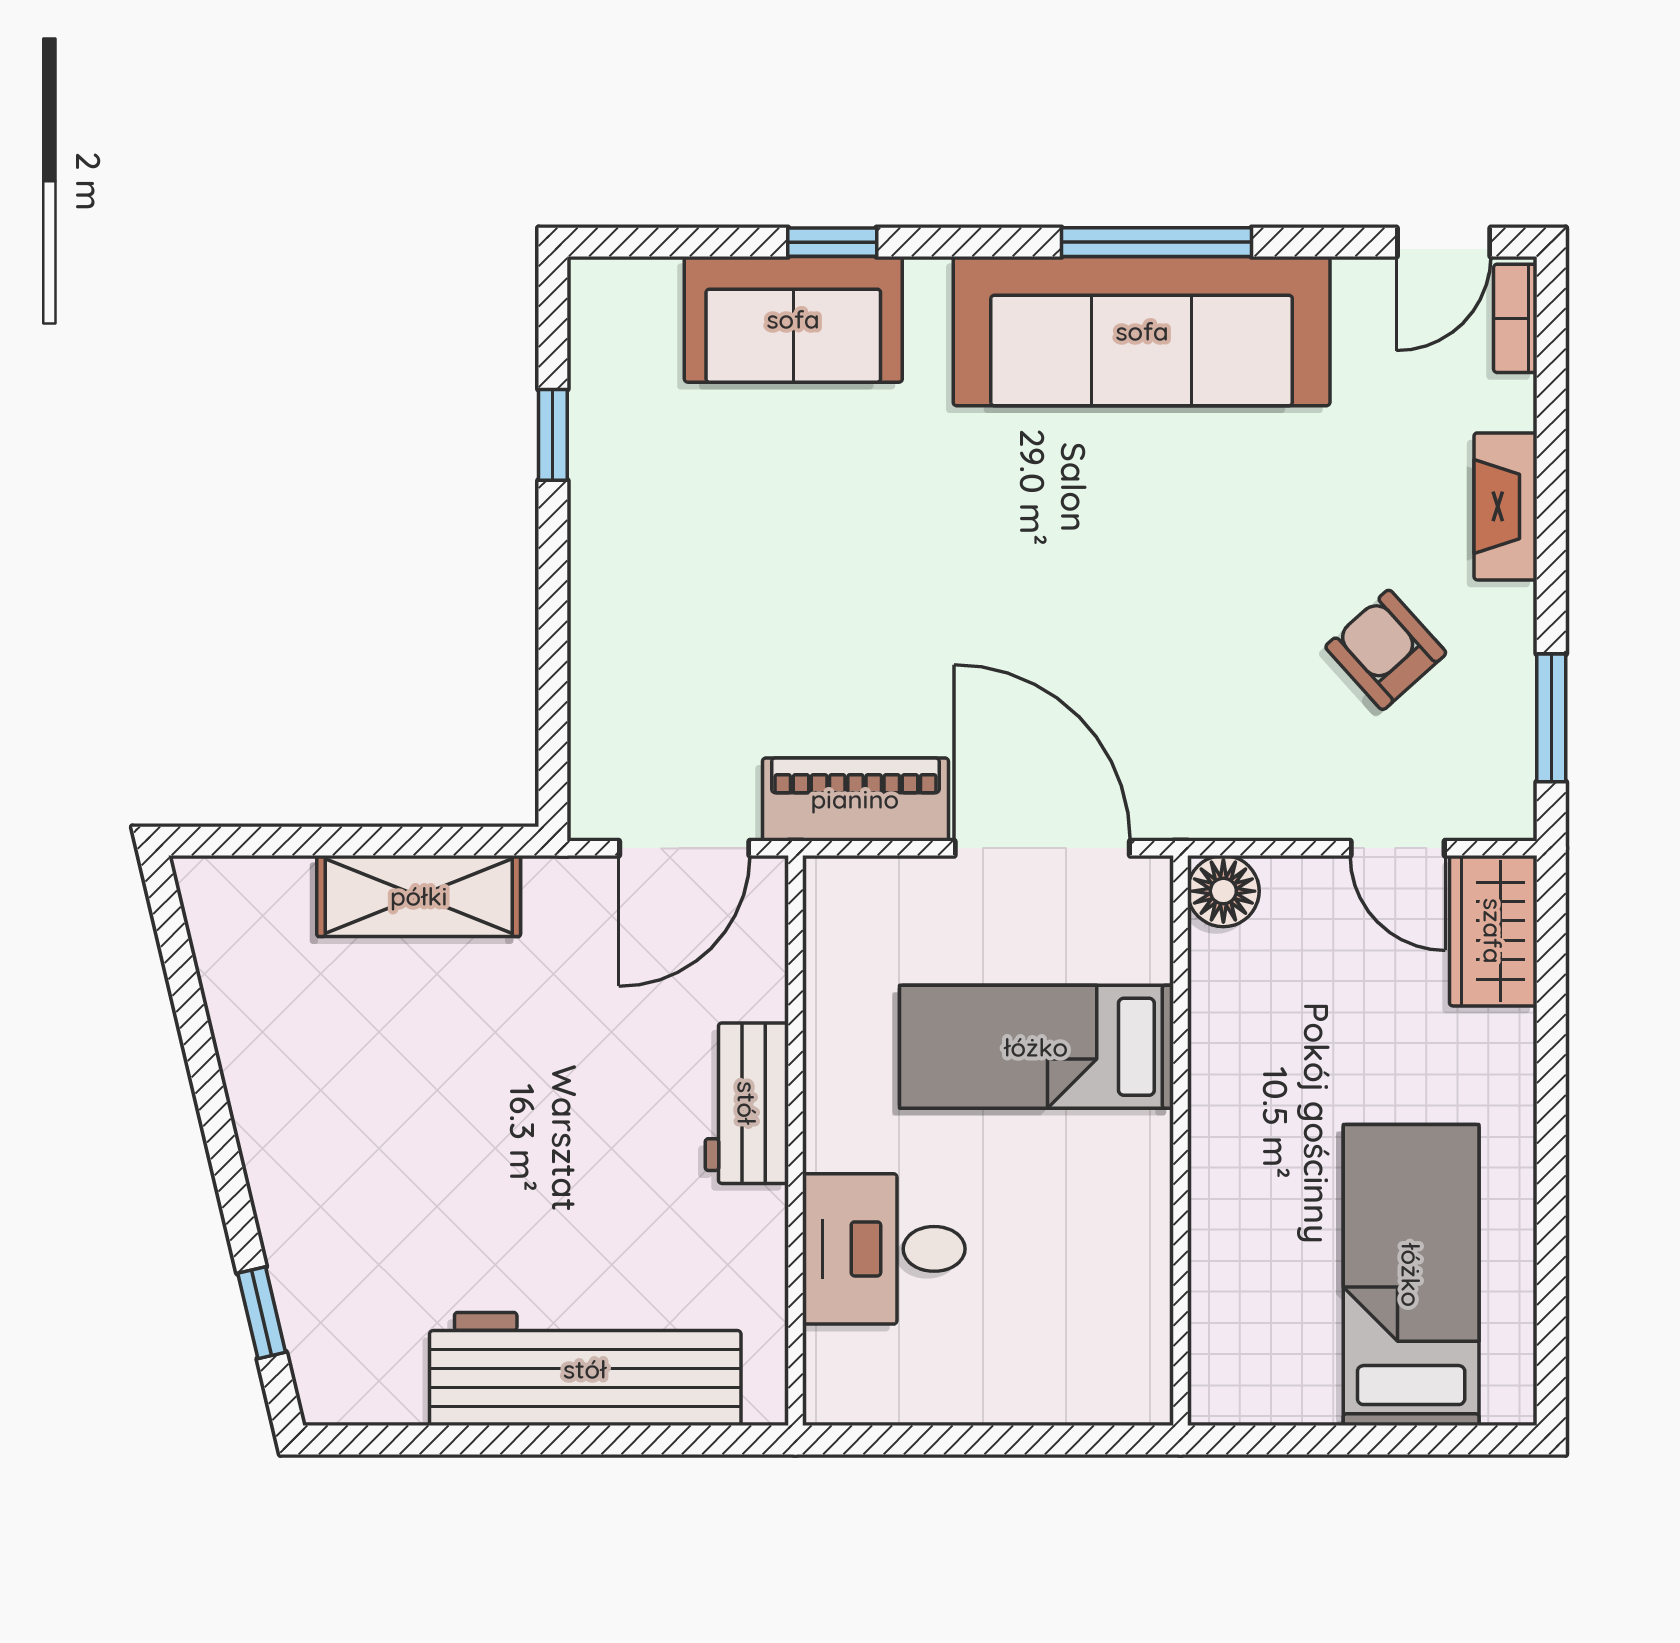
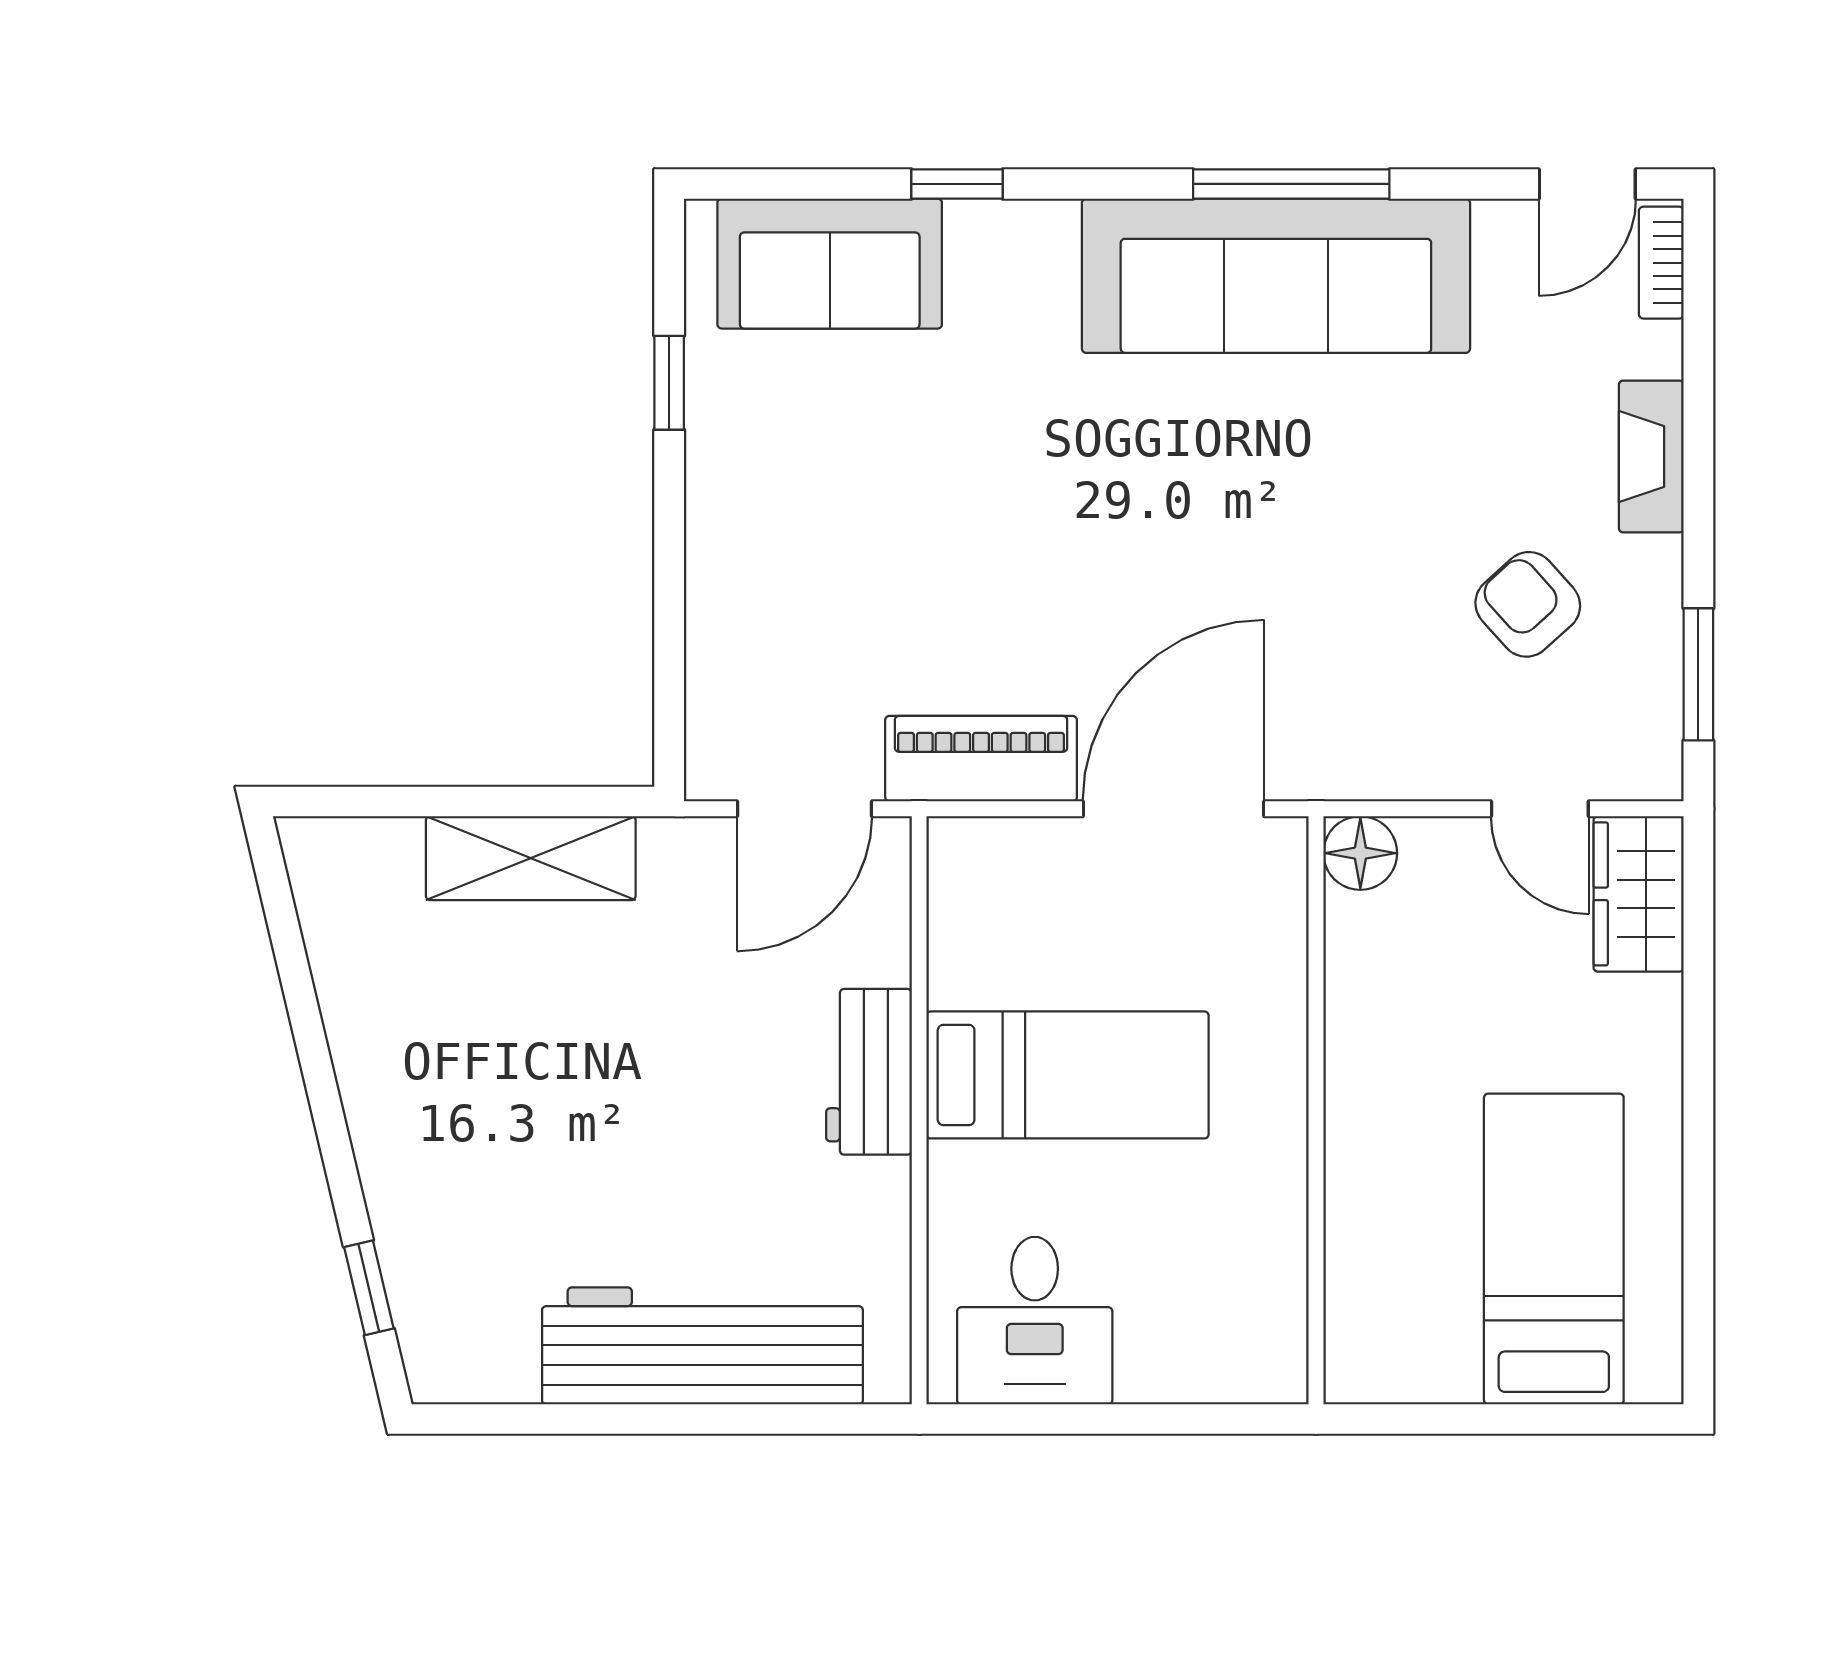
sofa: (793, 319) -> (830, 264), moved
door: (1042, 848) -> (1174, 809), hinge flipped
bed: (1036, 1047) -> (1068, 1075), moved, turned 180
desk: (884, 1249) -> (1035, 1321), moved, turned -90

